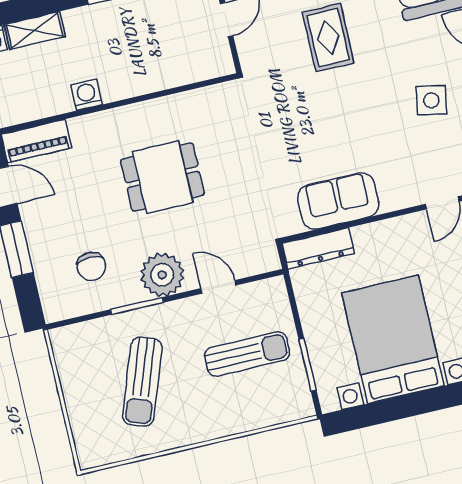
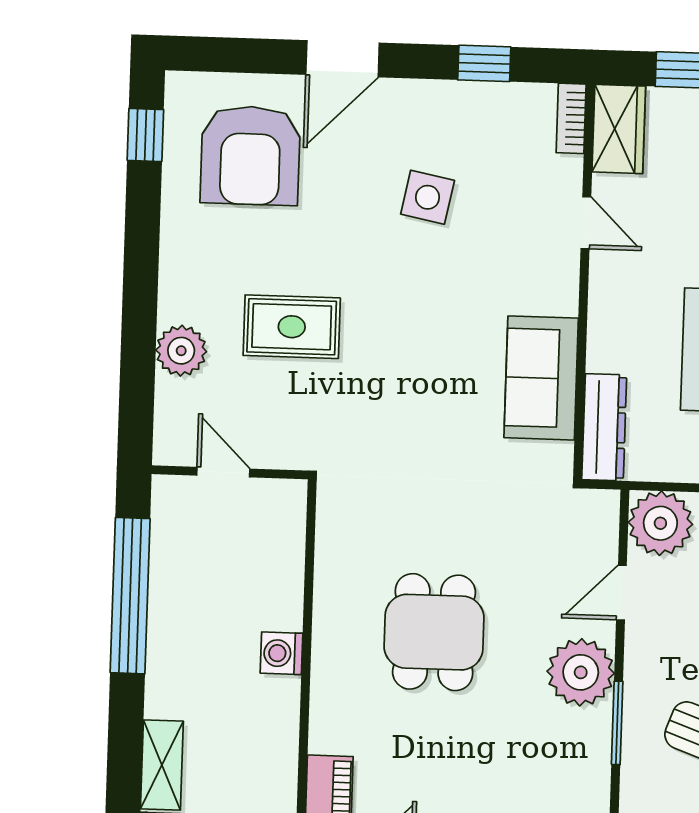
washing machine: (87, 95) -> (281, 653), moved
chair: (91, 266) -> (539, 775), removed
plant: (268, 299) -> (660, 523), added

